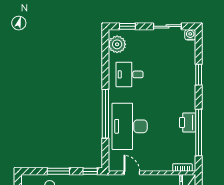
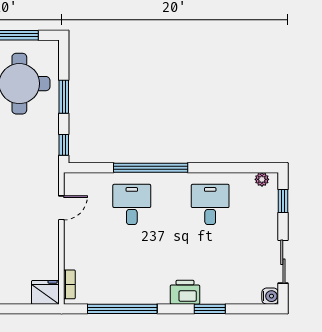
plant: (117, 44) -> (262, 179), width x0.53, depth x0.53
printer: (188, 122) -> (185, 292), moved
desk: (130, 126) -> (132, 204), width x0.53, depth x0.77

